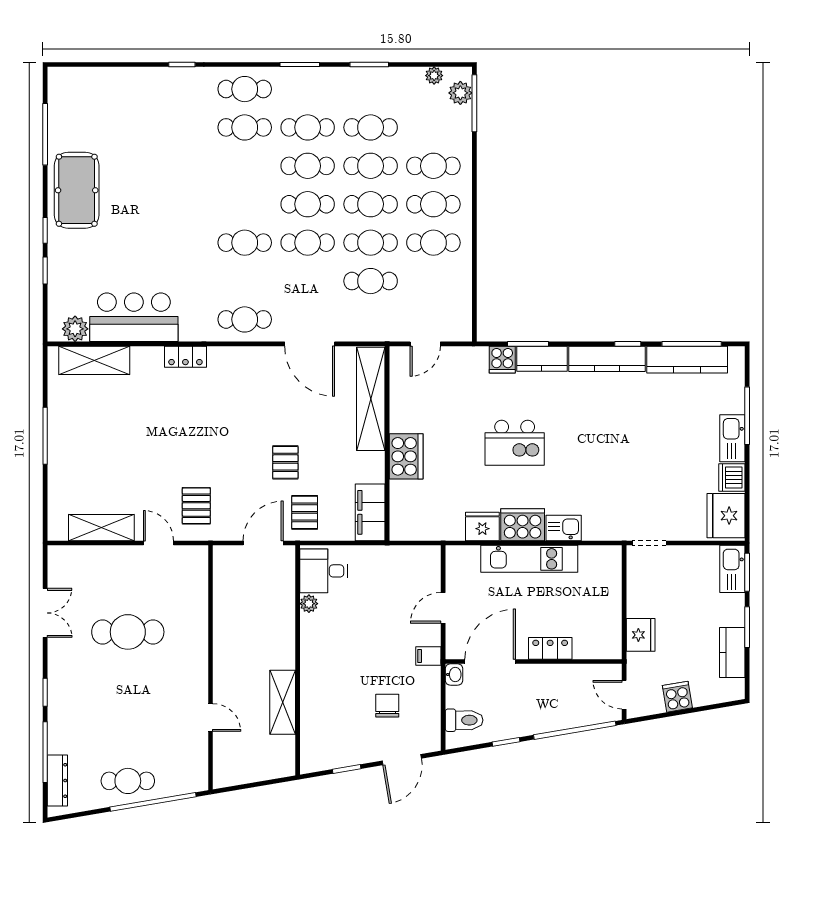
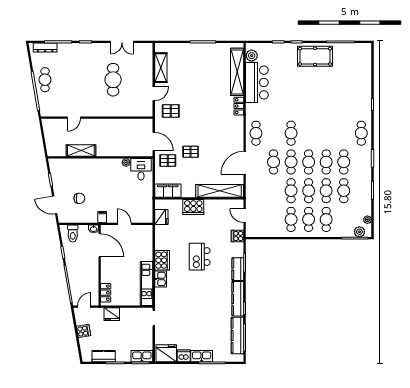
cafe table: (245, 127) -> (344, 133), removed
cafe table: (371, 281) -> (273, 162), moved
shelving: (94, 360) -> (237, 72), width x1.47
cooker: (502, 360) -> (238, 236), moved
fridge: (482, 526) -> (161, 217), moved
kitchen unit: (529, 559) -> (146, 283), moved
locker: (550, 648) -> (106, 293), moved

